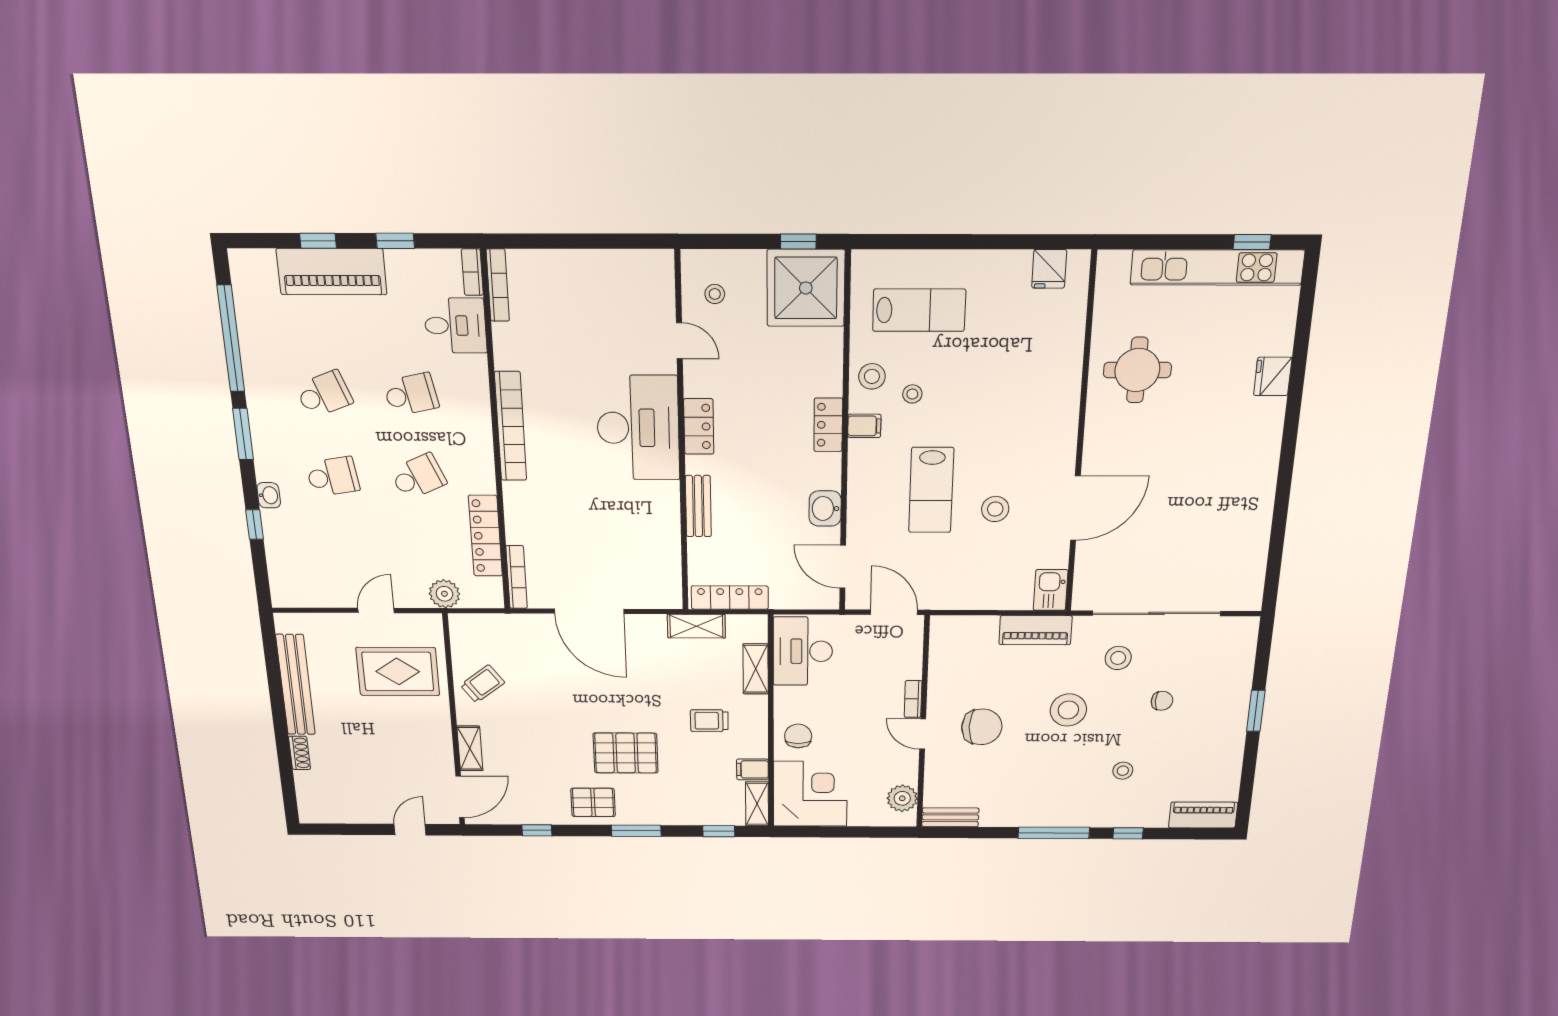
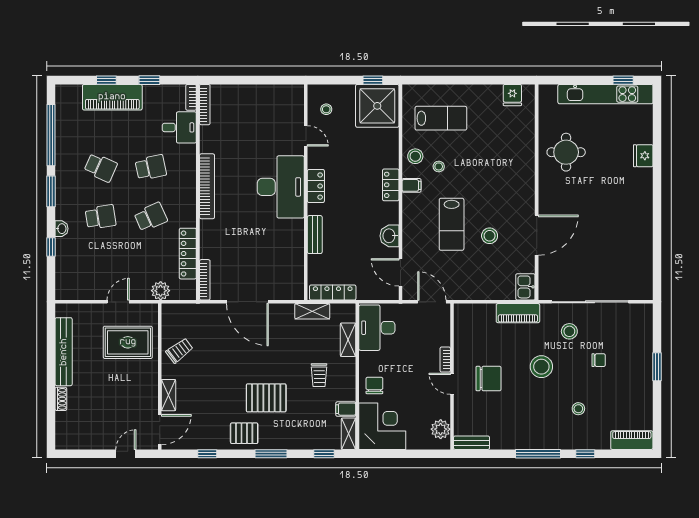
school desk: (324, 394) -> (101, 167), turned 45
trolley: (709, 721) -> (319, 375), turned -90

